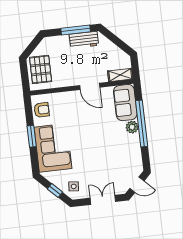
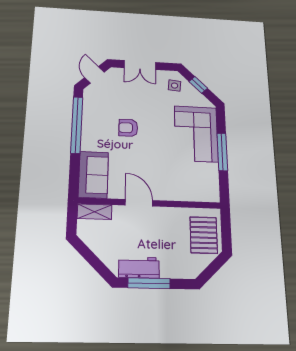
armchair: (42, 110) -> (128, 128), moved
window: (142, 123) -> (77, 125), moved
plant: (132, 127) -> (89, 143), removed
window: (32, 136) -> (222, 152), width x1.44
door: (137, 185) -> (94, 75), hinge flipped

